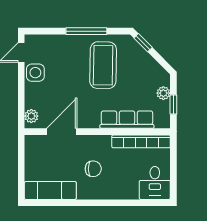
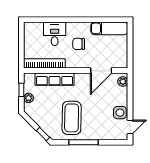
desk: (155, 183) -> (55, 34), moved

